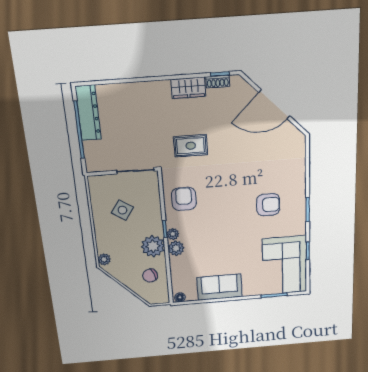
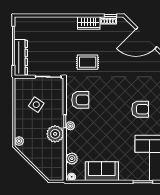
dresser: (88, 113) -> (21, 57), moved
armchair: (184, 199) -> (80, 100), turned 90
plant: (176, 248) -> (72, 159), moved
chair: (150, 276) -> (51, 157), removed

